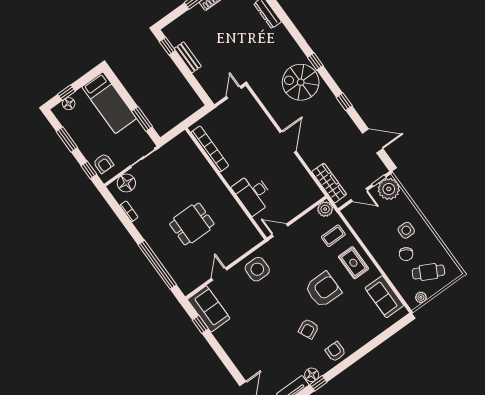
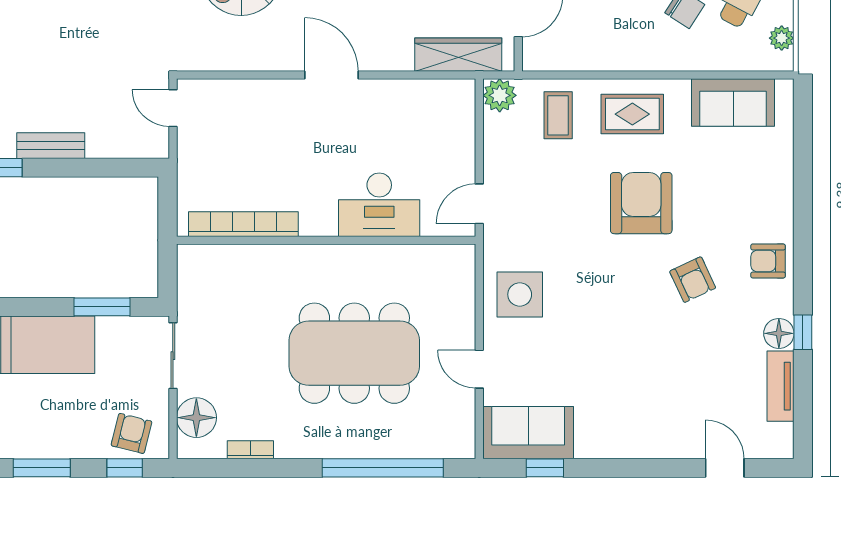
armchair: (103, 163) -> (131, 433), turned -76
dining table: (192, 224) -> (354, 353), width x1.88, depth x1.24

